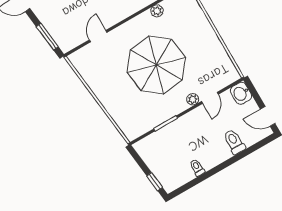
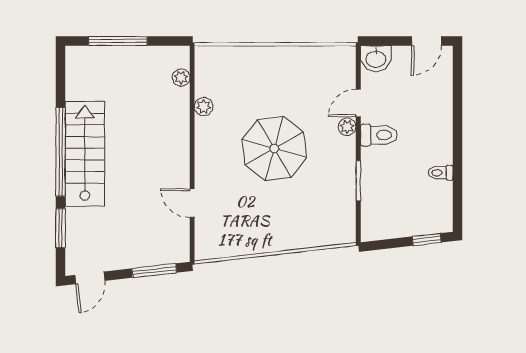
parasol: (156, 65) -> (274, 149), width x0.73, depth x0.73
door: (210, 98) -> (358, 103), swing flipped
toilet: (234, 142) -> (379, 135), moved, turned 180

